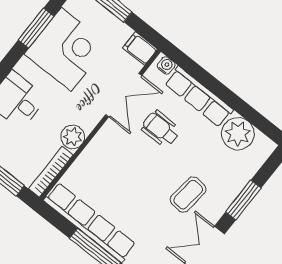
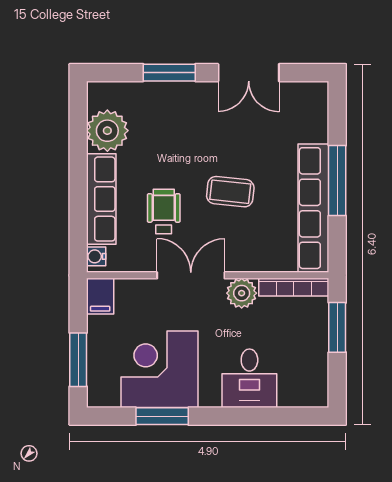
double door: (124, 95) -> (191, 275), moved
wheelchair: (161, 129) -> (164, 212), turned 180
coffee table: (188, 195) -> (230, 192), moved

